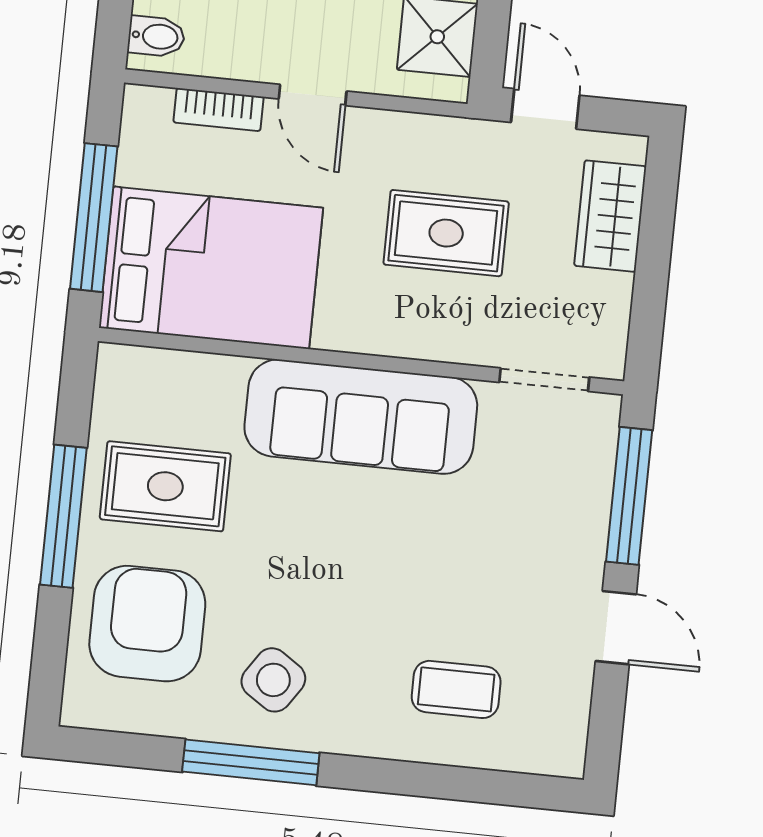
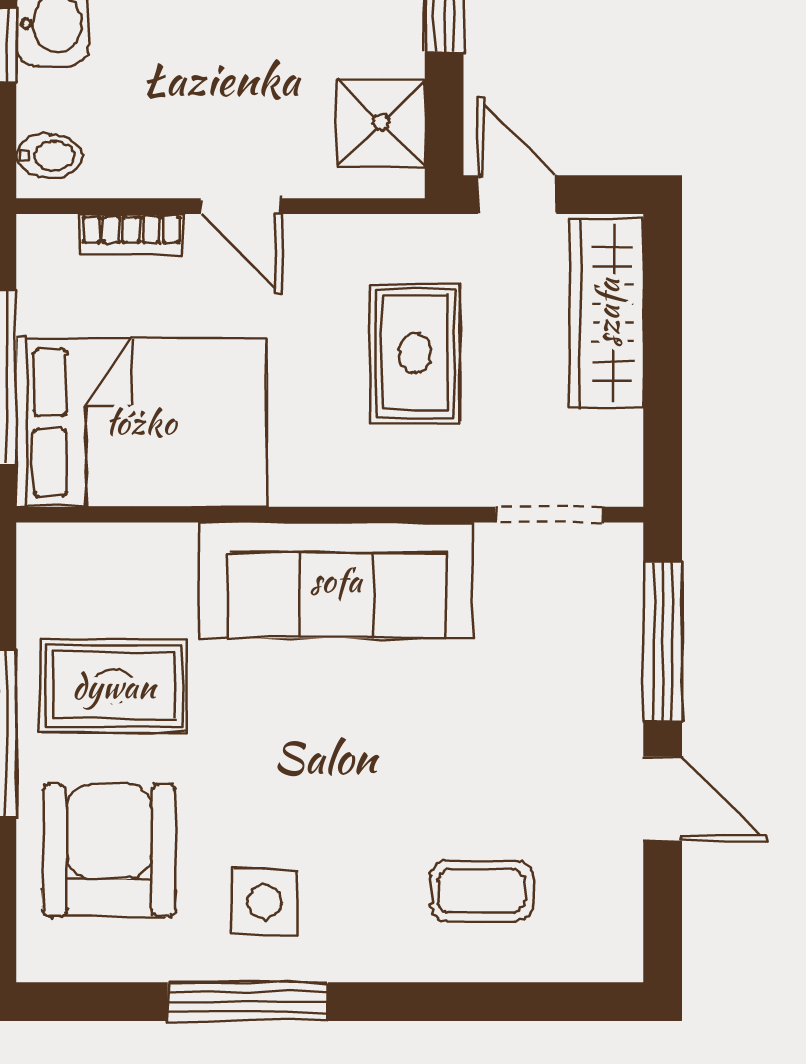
wardrobe: (610, 216) -> (607, 313), width x1.50
rug: (446, 233) -> (415, 353), turned 90
side table: (273, 680) -> (265, 902), turned -32

